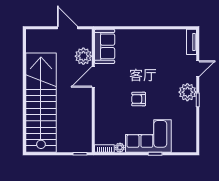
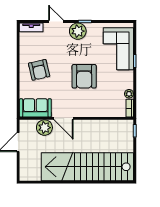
armchair: (146, 50) -> (39, 70), added
armchair: (139, 99) -> (84, 76), width x1.88, depth x1.88
corner sofa: (148, 136) -> (118, 49), moved

